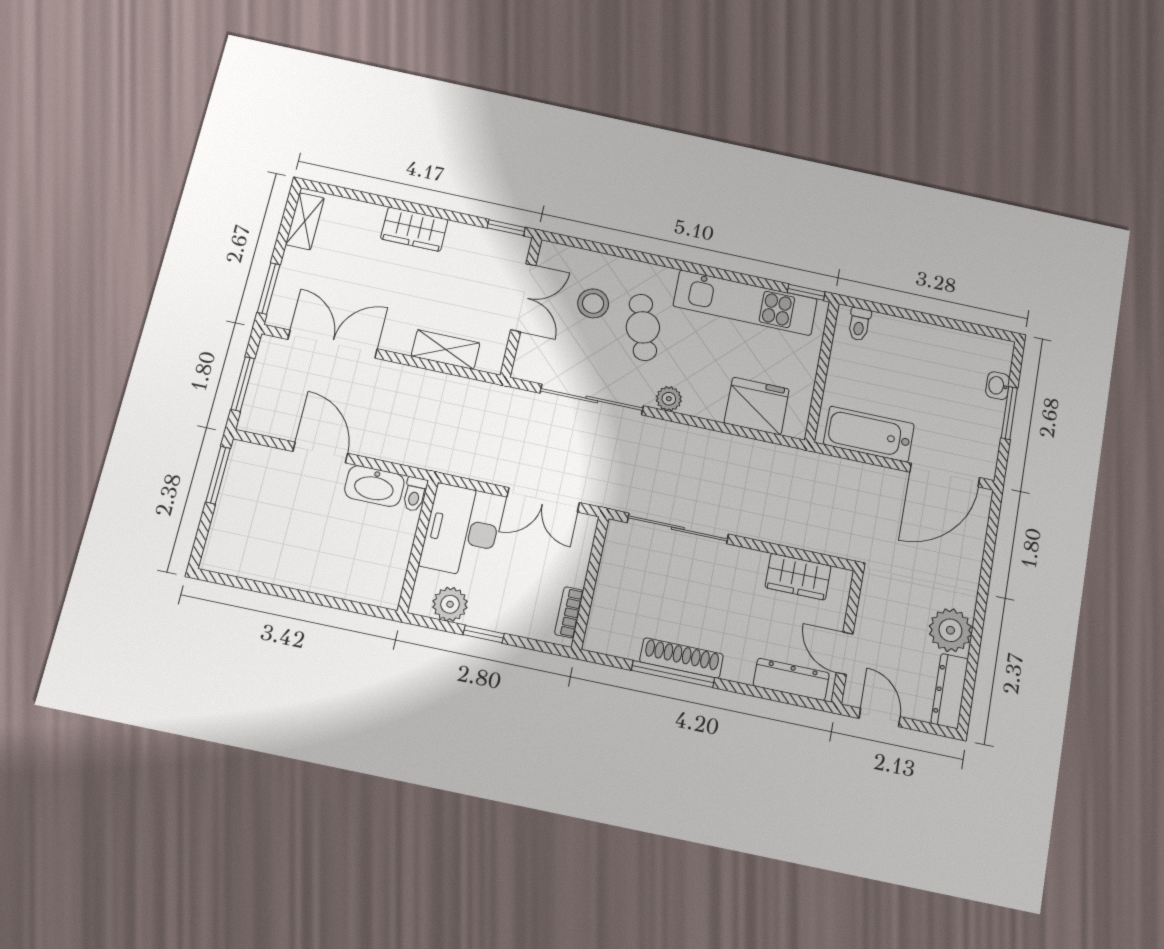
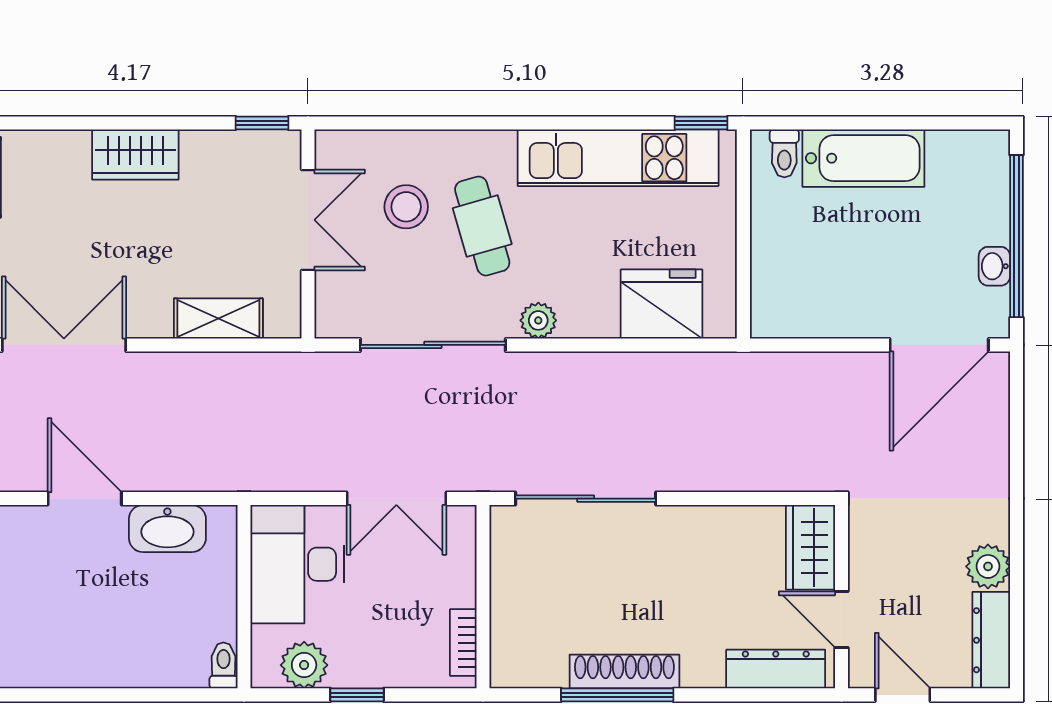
washbasin: (998, 386) -> (994, 266), moved
window: (1009, 413) -> (1016, 236), width x2.11
bathtub: (869, 434) -> (863, 158), moved, turned 180
toilet: (415, 494) -> (223, 665), moved, turned 180
wardrobe: (798, 577) -> (811, 547), moved, turned 90
plant: (950, 630) -> (988, 566), width x0.73, depth x0.73

